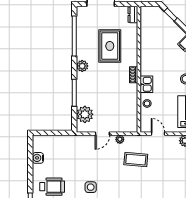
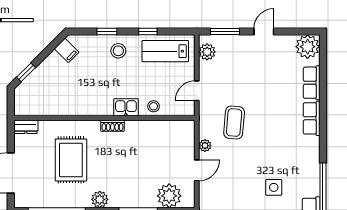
rug: (110, 46) -> (71, 160), turned 90
door: (102, 134) -> (197, 170), hinge flipped

